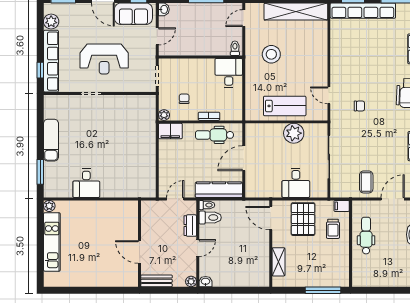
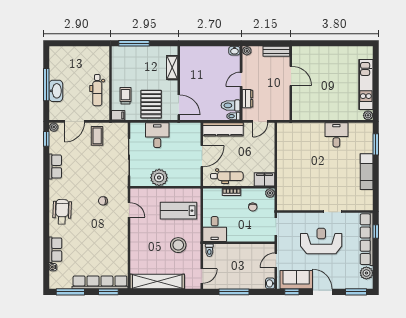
lab bench: (285, 106) -> (179, 211), moved

